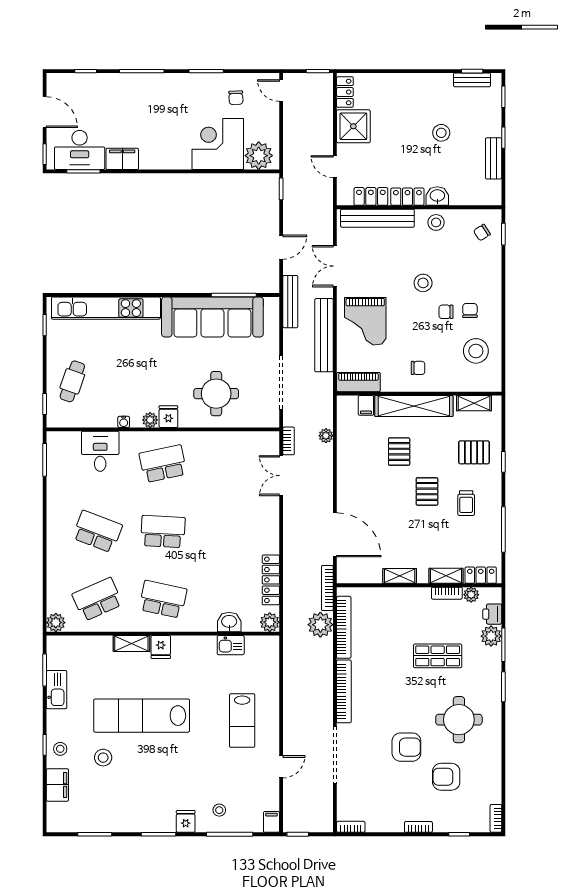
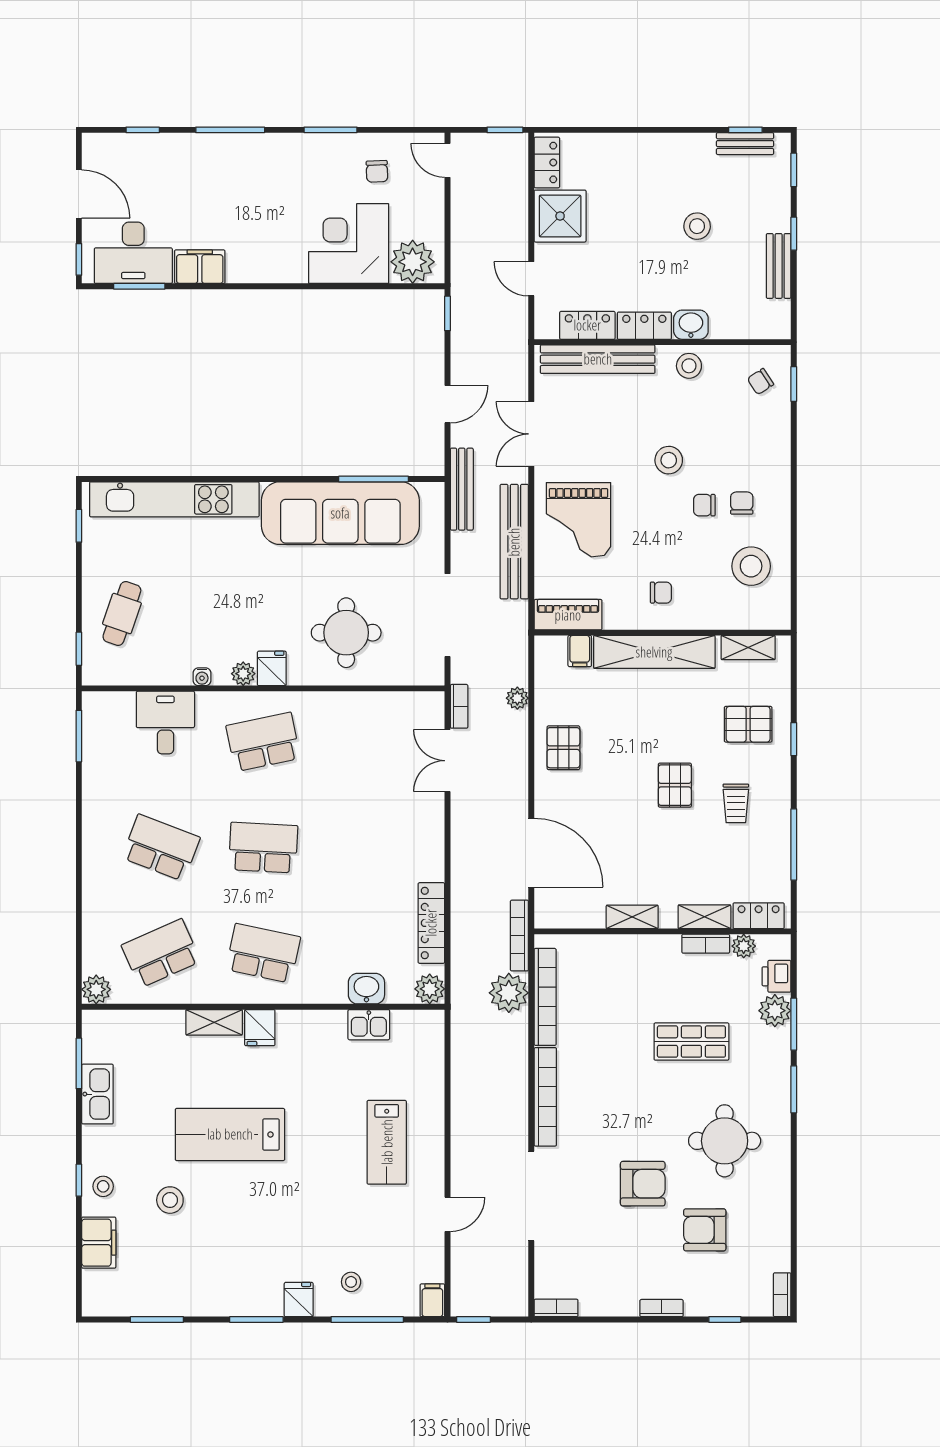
pallet: (399, 452) -> (563, 748), moved
lab bench: (142, 716) -> (230, 1134), width x0.73

